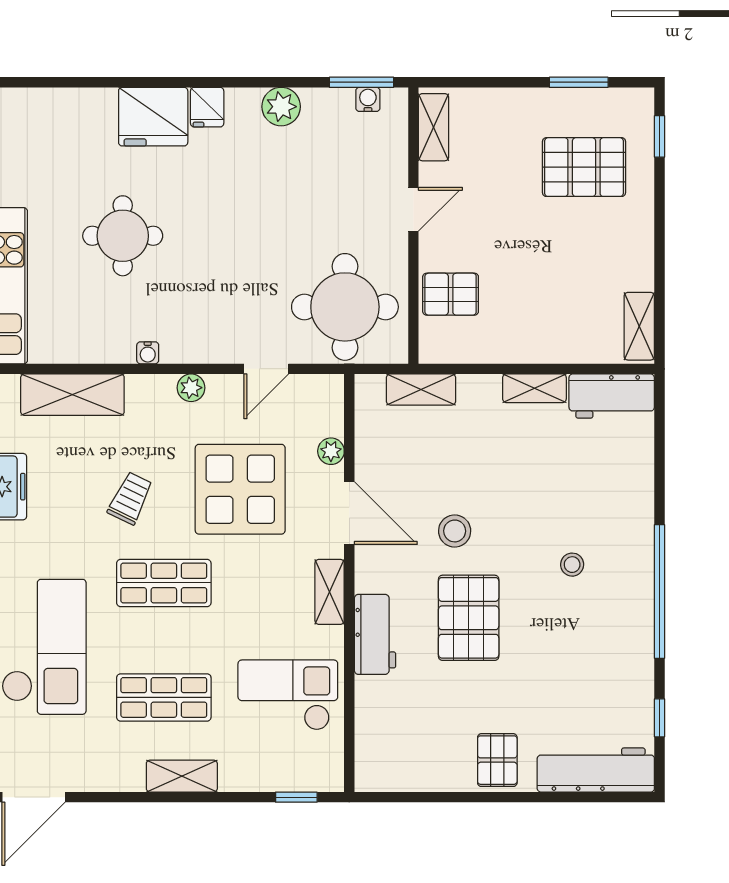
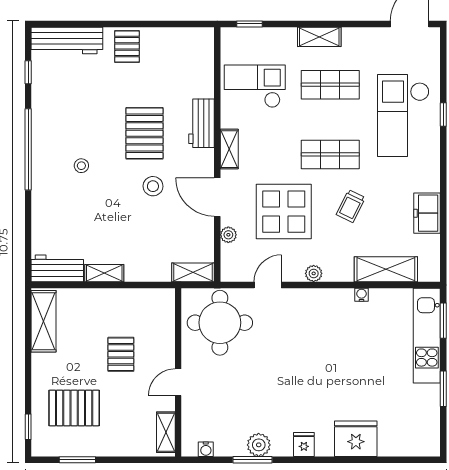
window: (361, 82) -> (252, 460), moved
fridge: (153, 117) -> (356, 439), moved
round table: (123, 236) -> (355, 366), removed
pallet: (451, 294) -> (121, 354), moved, turned 90
shelving: (639, 326) -> (44, 321), width x1.50, depth x1.33
water cooler: (148, 353) -> (361, 295), moved
shelving: (421, 389) -> (193, 272), moved
checkout: (288, 695) -> (255, 86), turned 180

